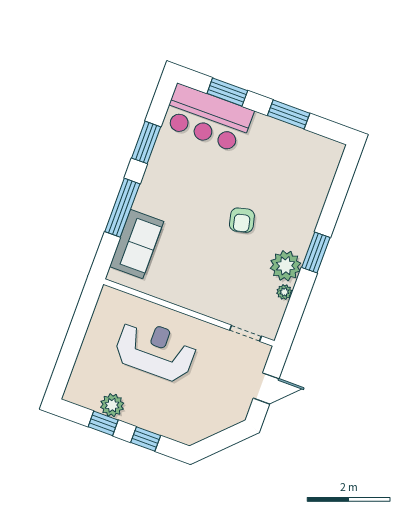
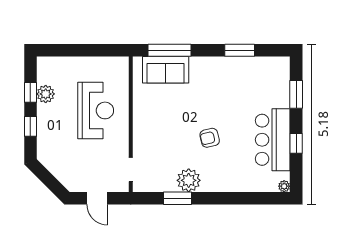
window: (289, 114) -> (296, 143), width x0.67
bar counter: (208, 118) -> (273, 140), moved
window: (122, 208) -> (170, 50), moved
window: (316, 252) -> (178, 198), moved
plant: (284, 292) -> (284, 186), moved

